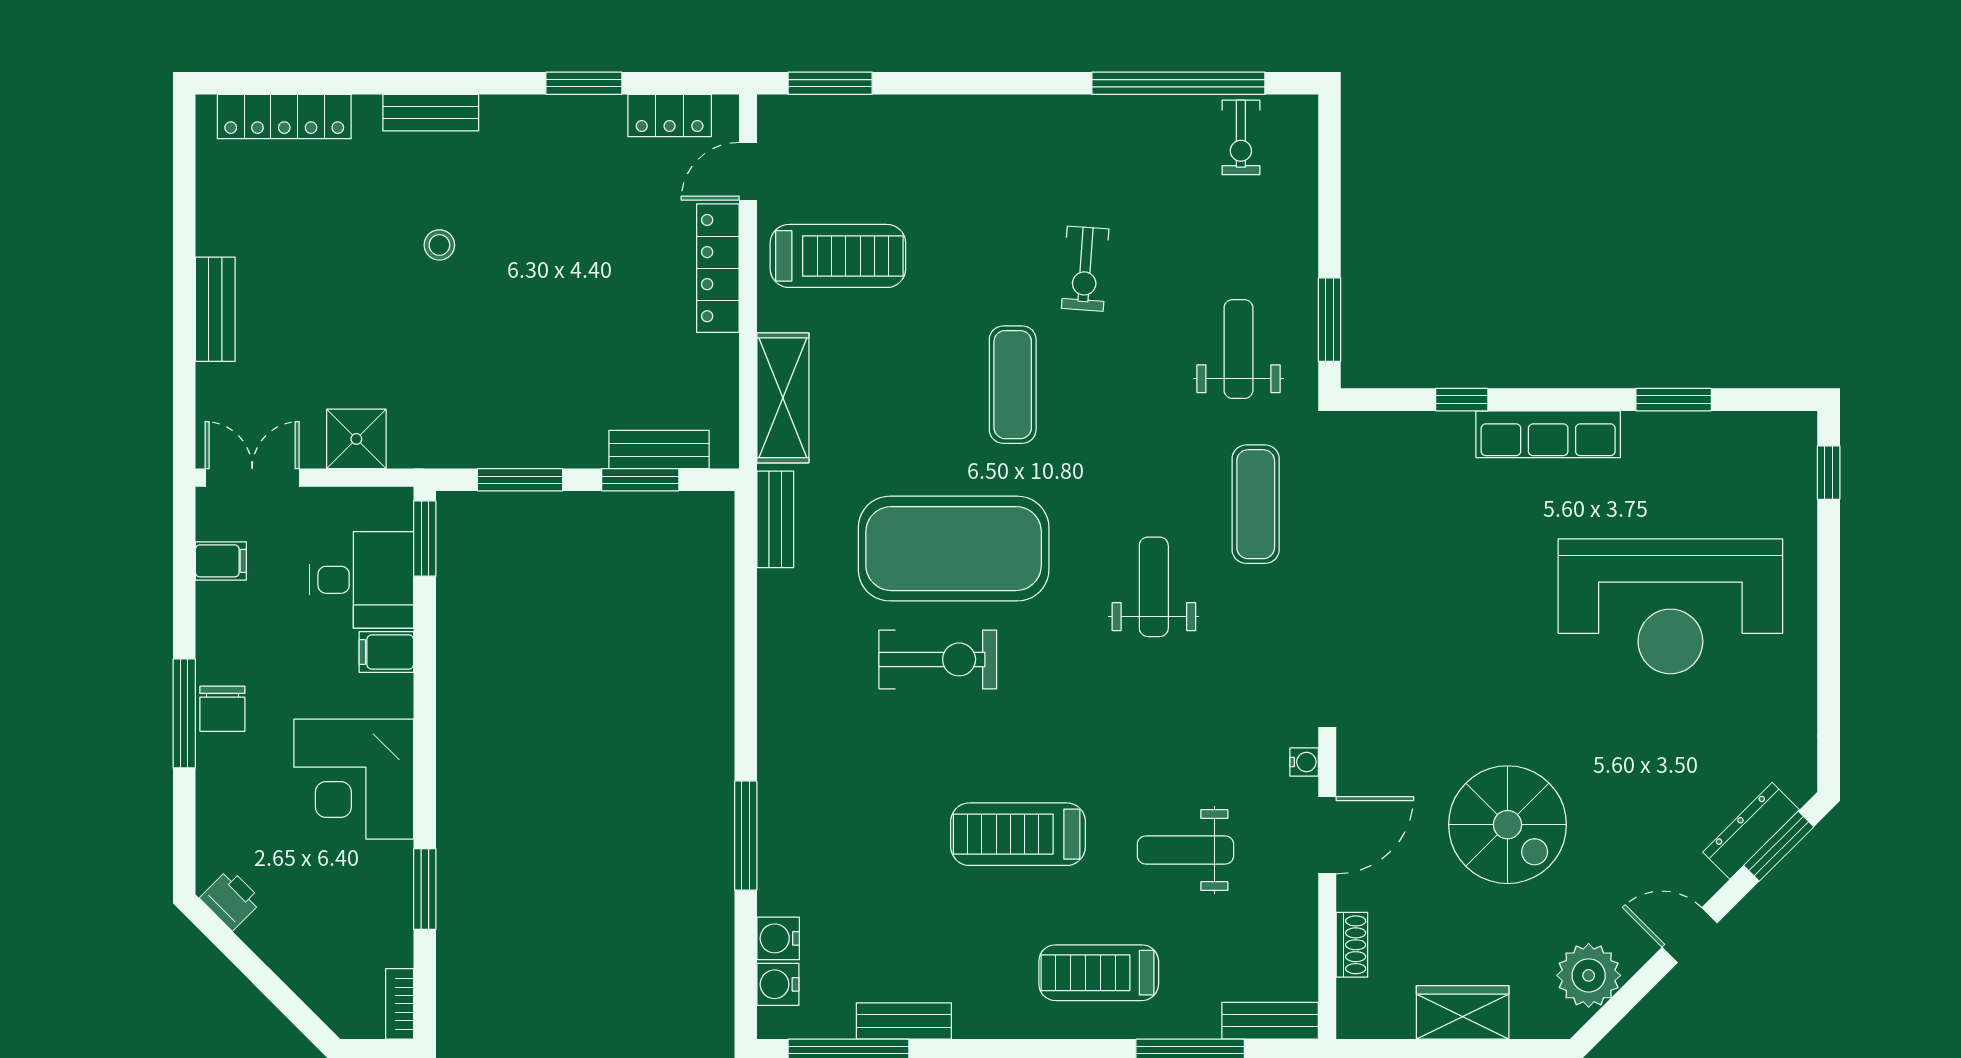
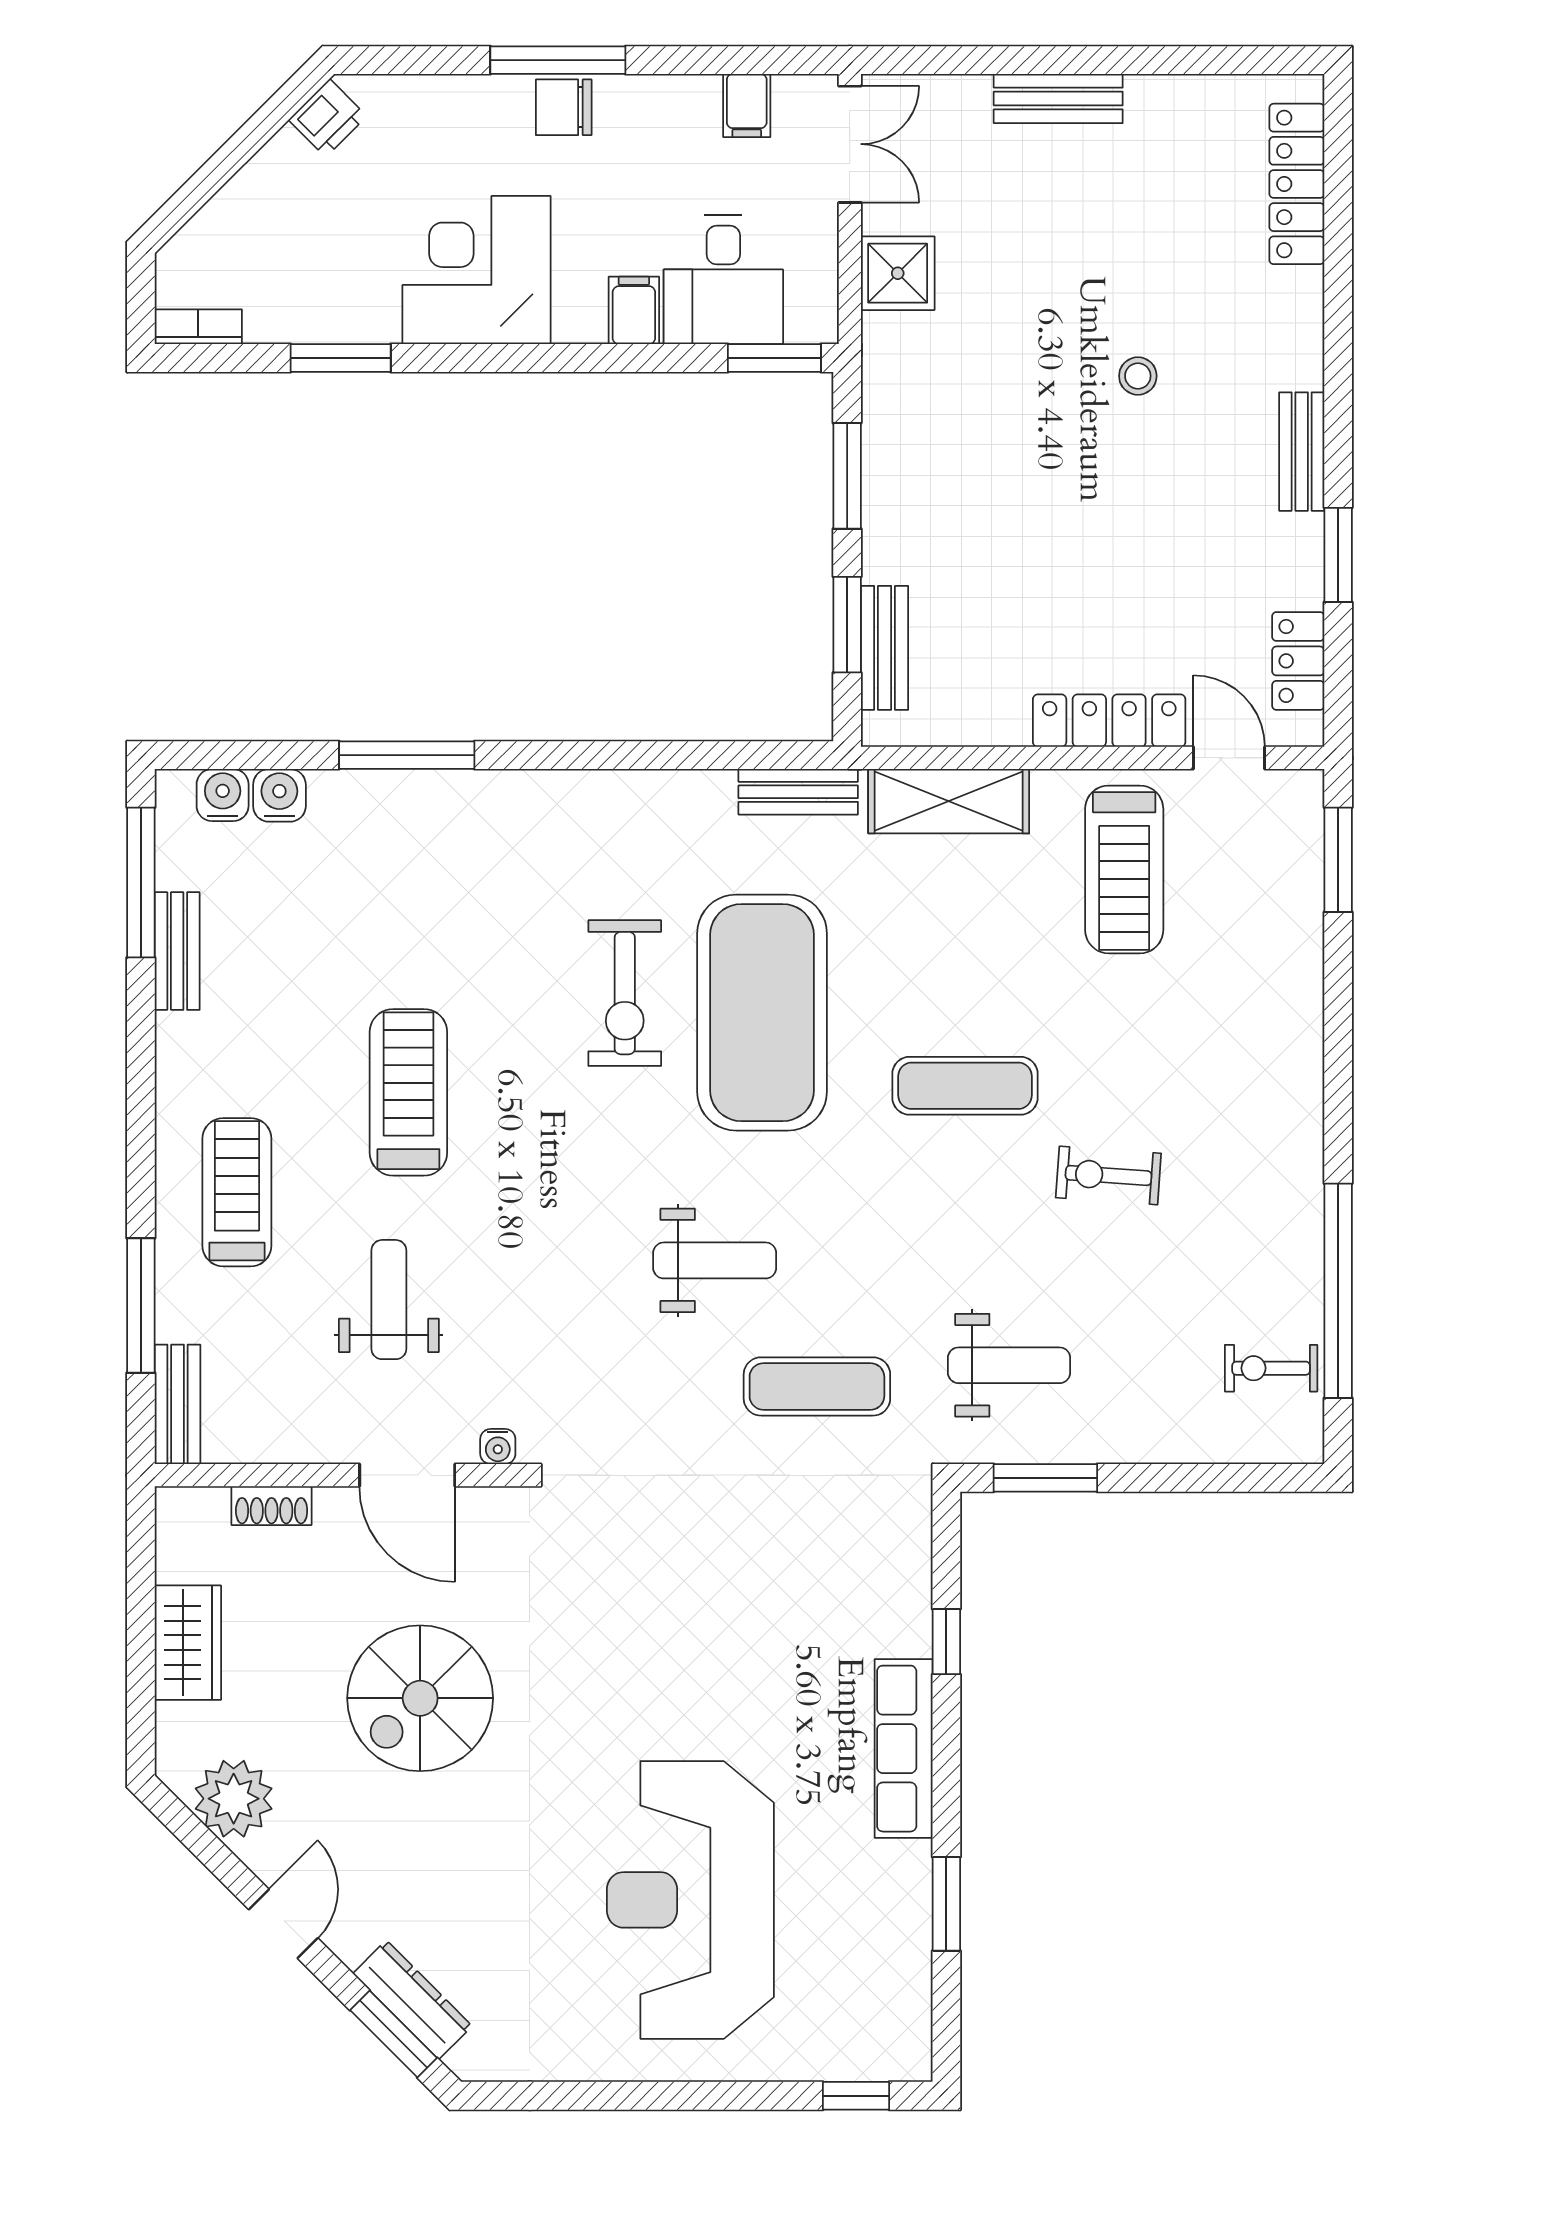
bench: (431, 113) -> (1302, 452), moved

